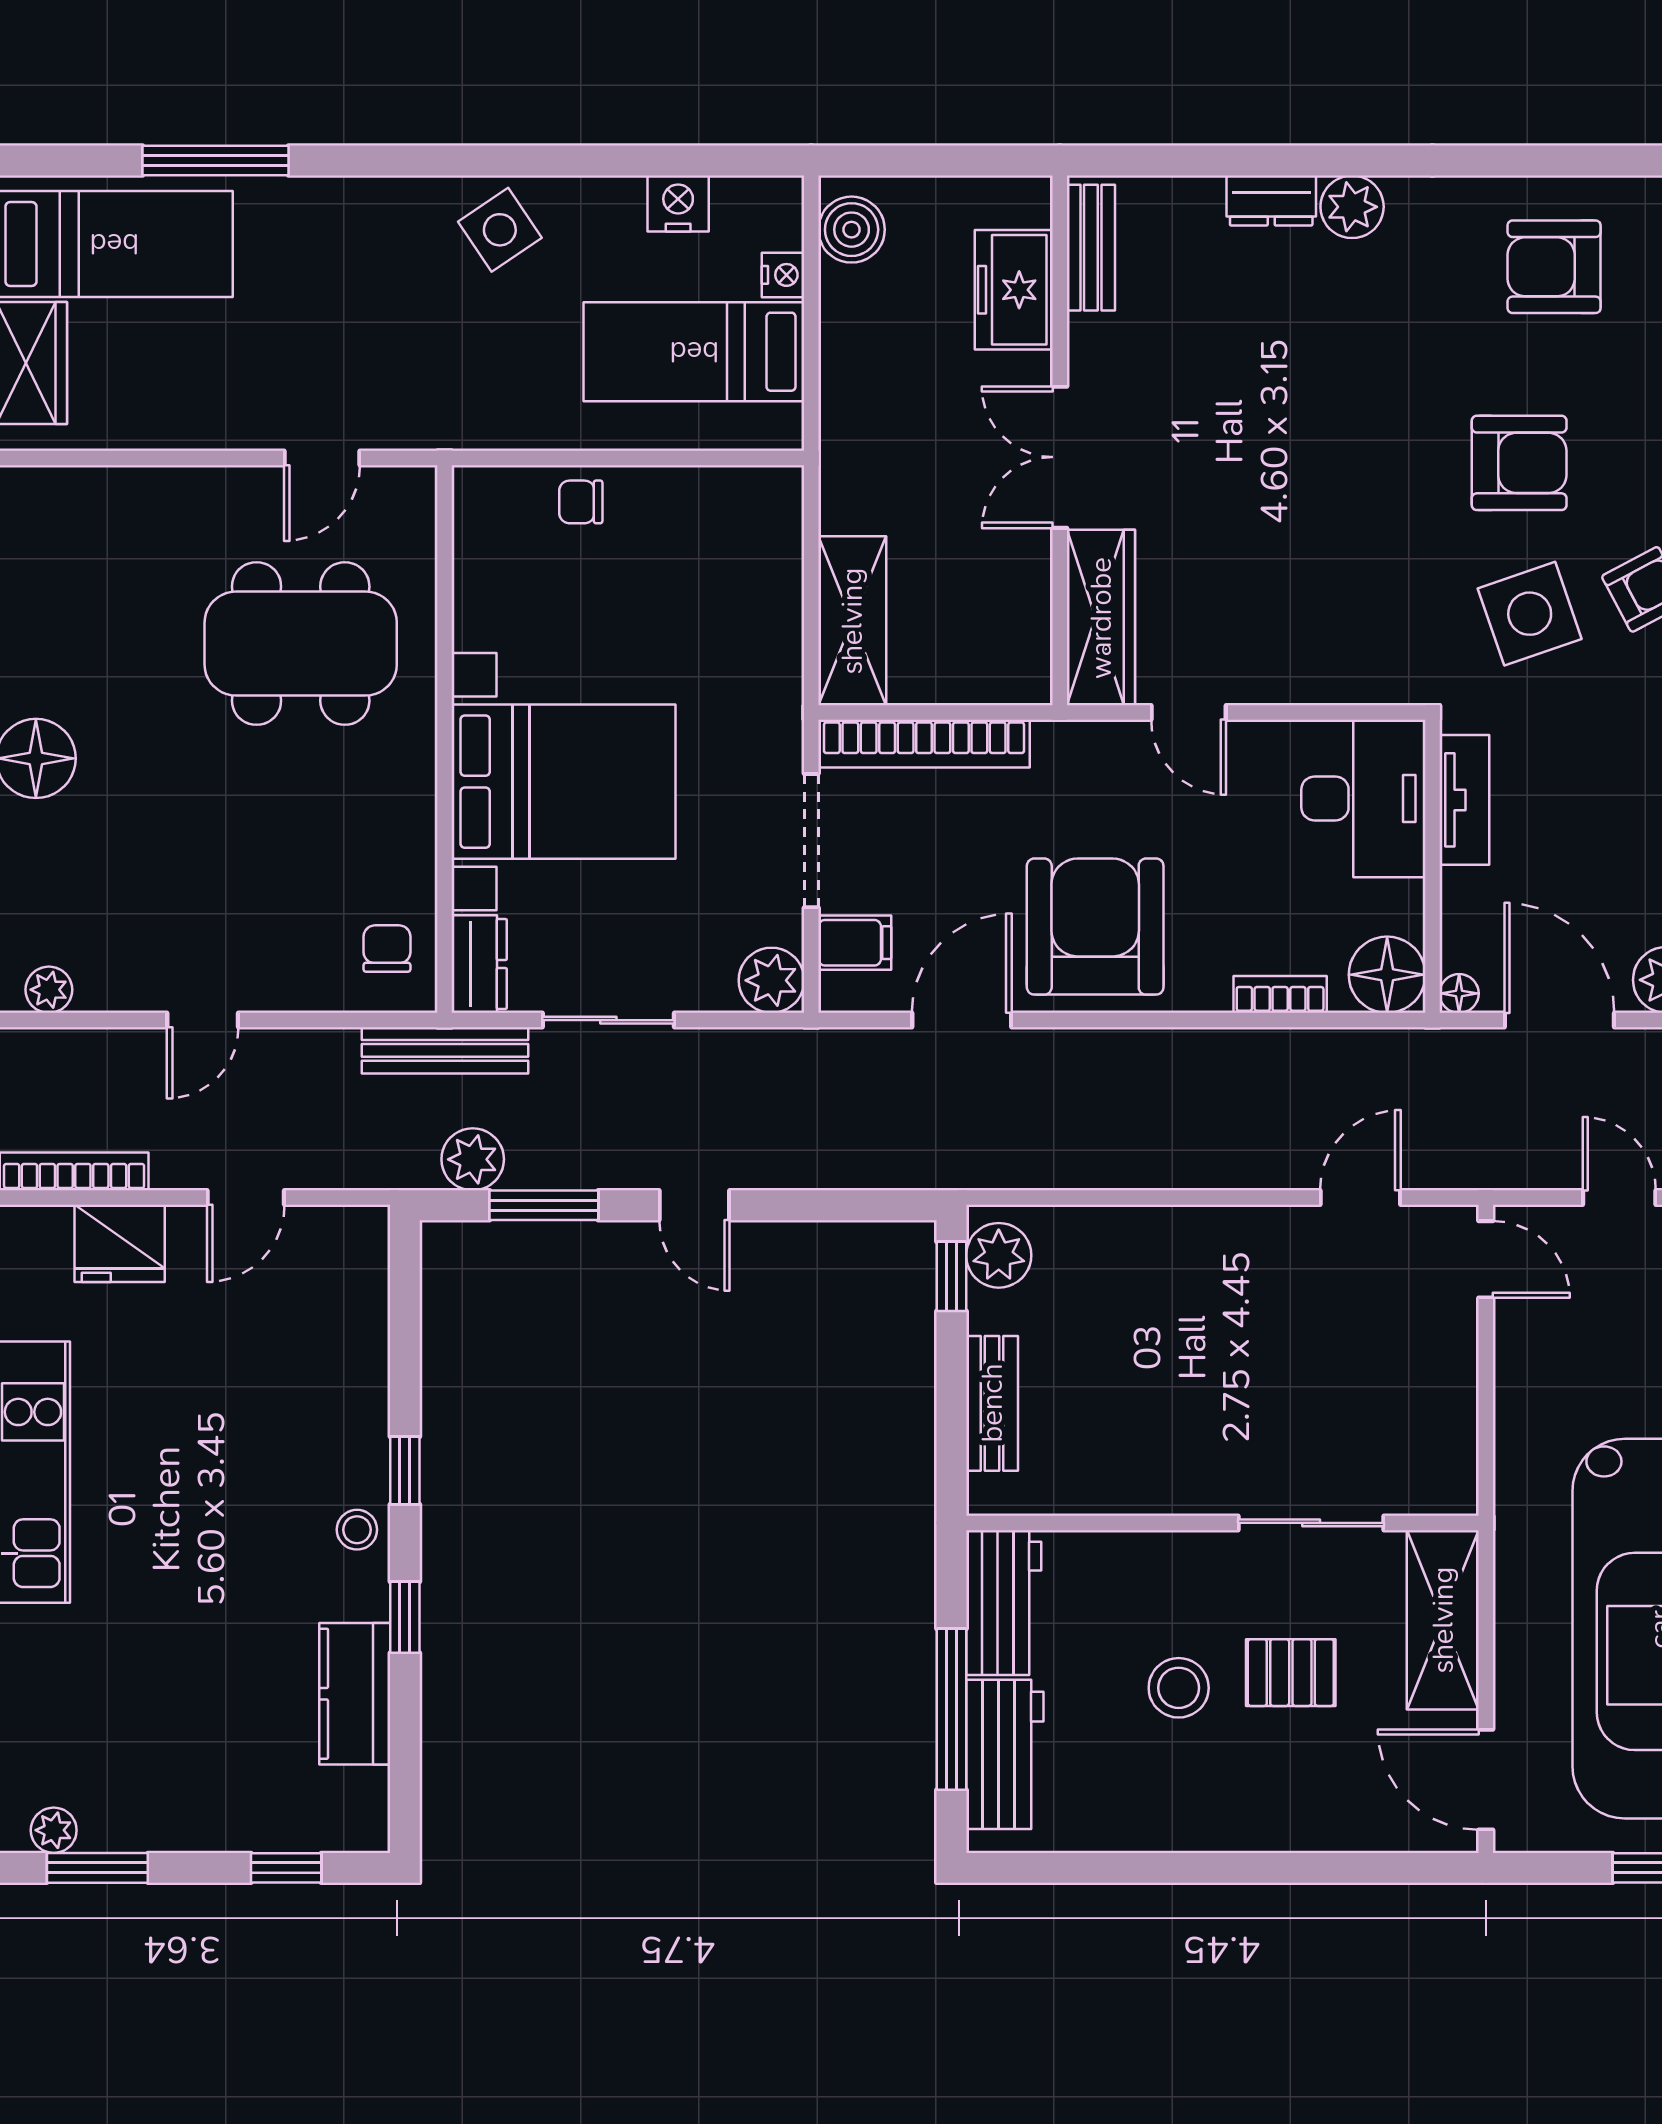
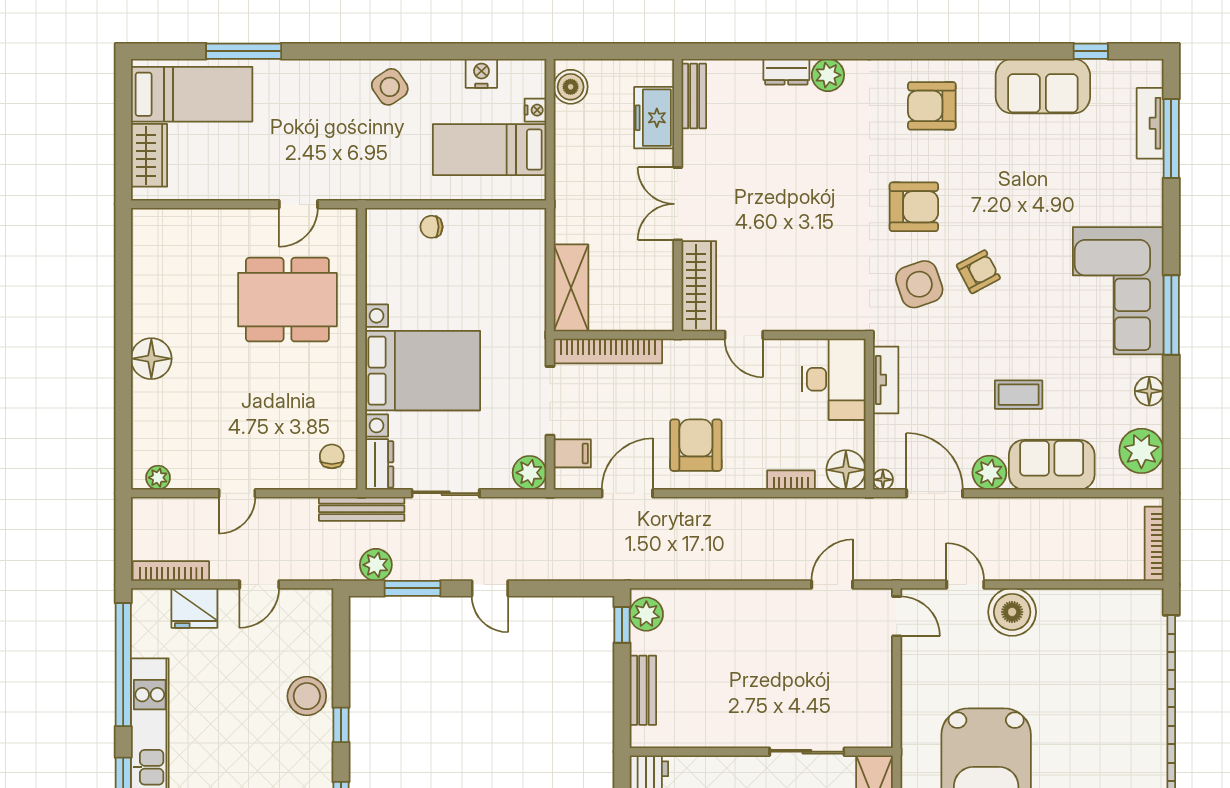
armchair: (1095, 927) -> (696, 445), width x0.73, depth x0.73
stool: (357, 1530) -> (307, 696), moved, width x1.89, depth x1.89

